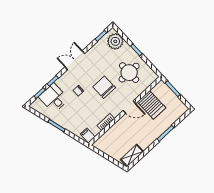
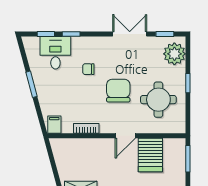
double door: (75, 60) -> (130, 34), moved
door: (129, 107) -> (125, 136), hinge flipped

